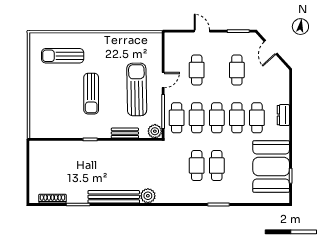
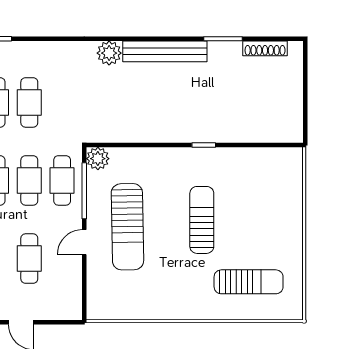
bench: (125, 133) -> (147, 156), removed

